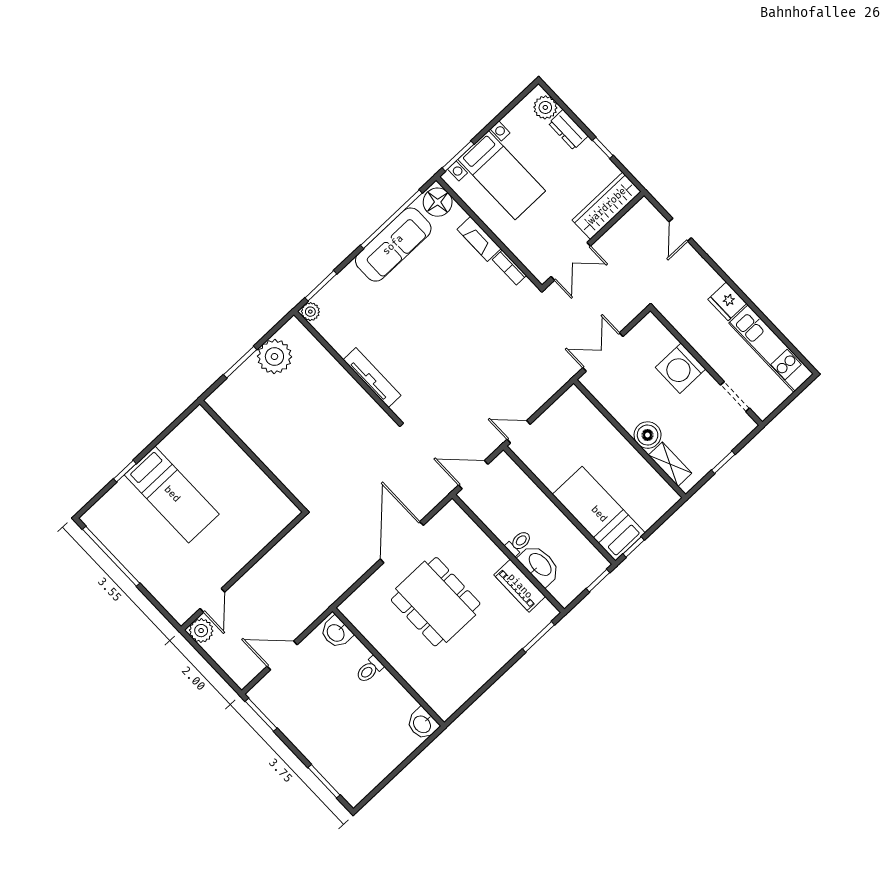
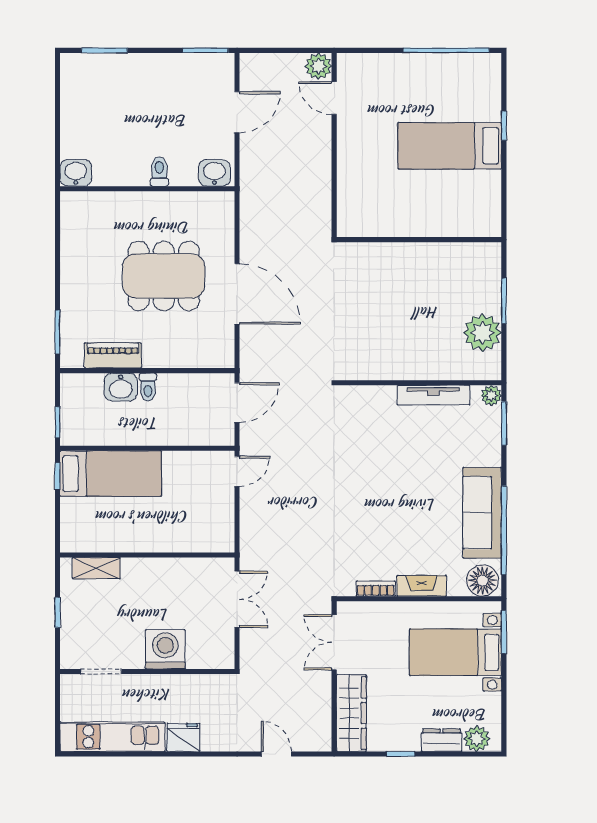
tv unit: (372, 377) -> (433, 395), moved
boiler: (648, 435) -> (137, 572), removed
washbasin: (540, 565) -> (121, 387), width x0.72

